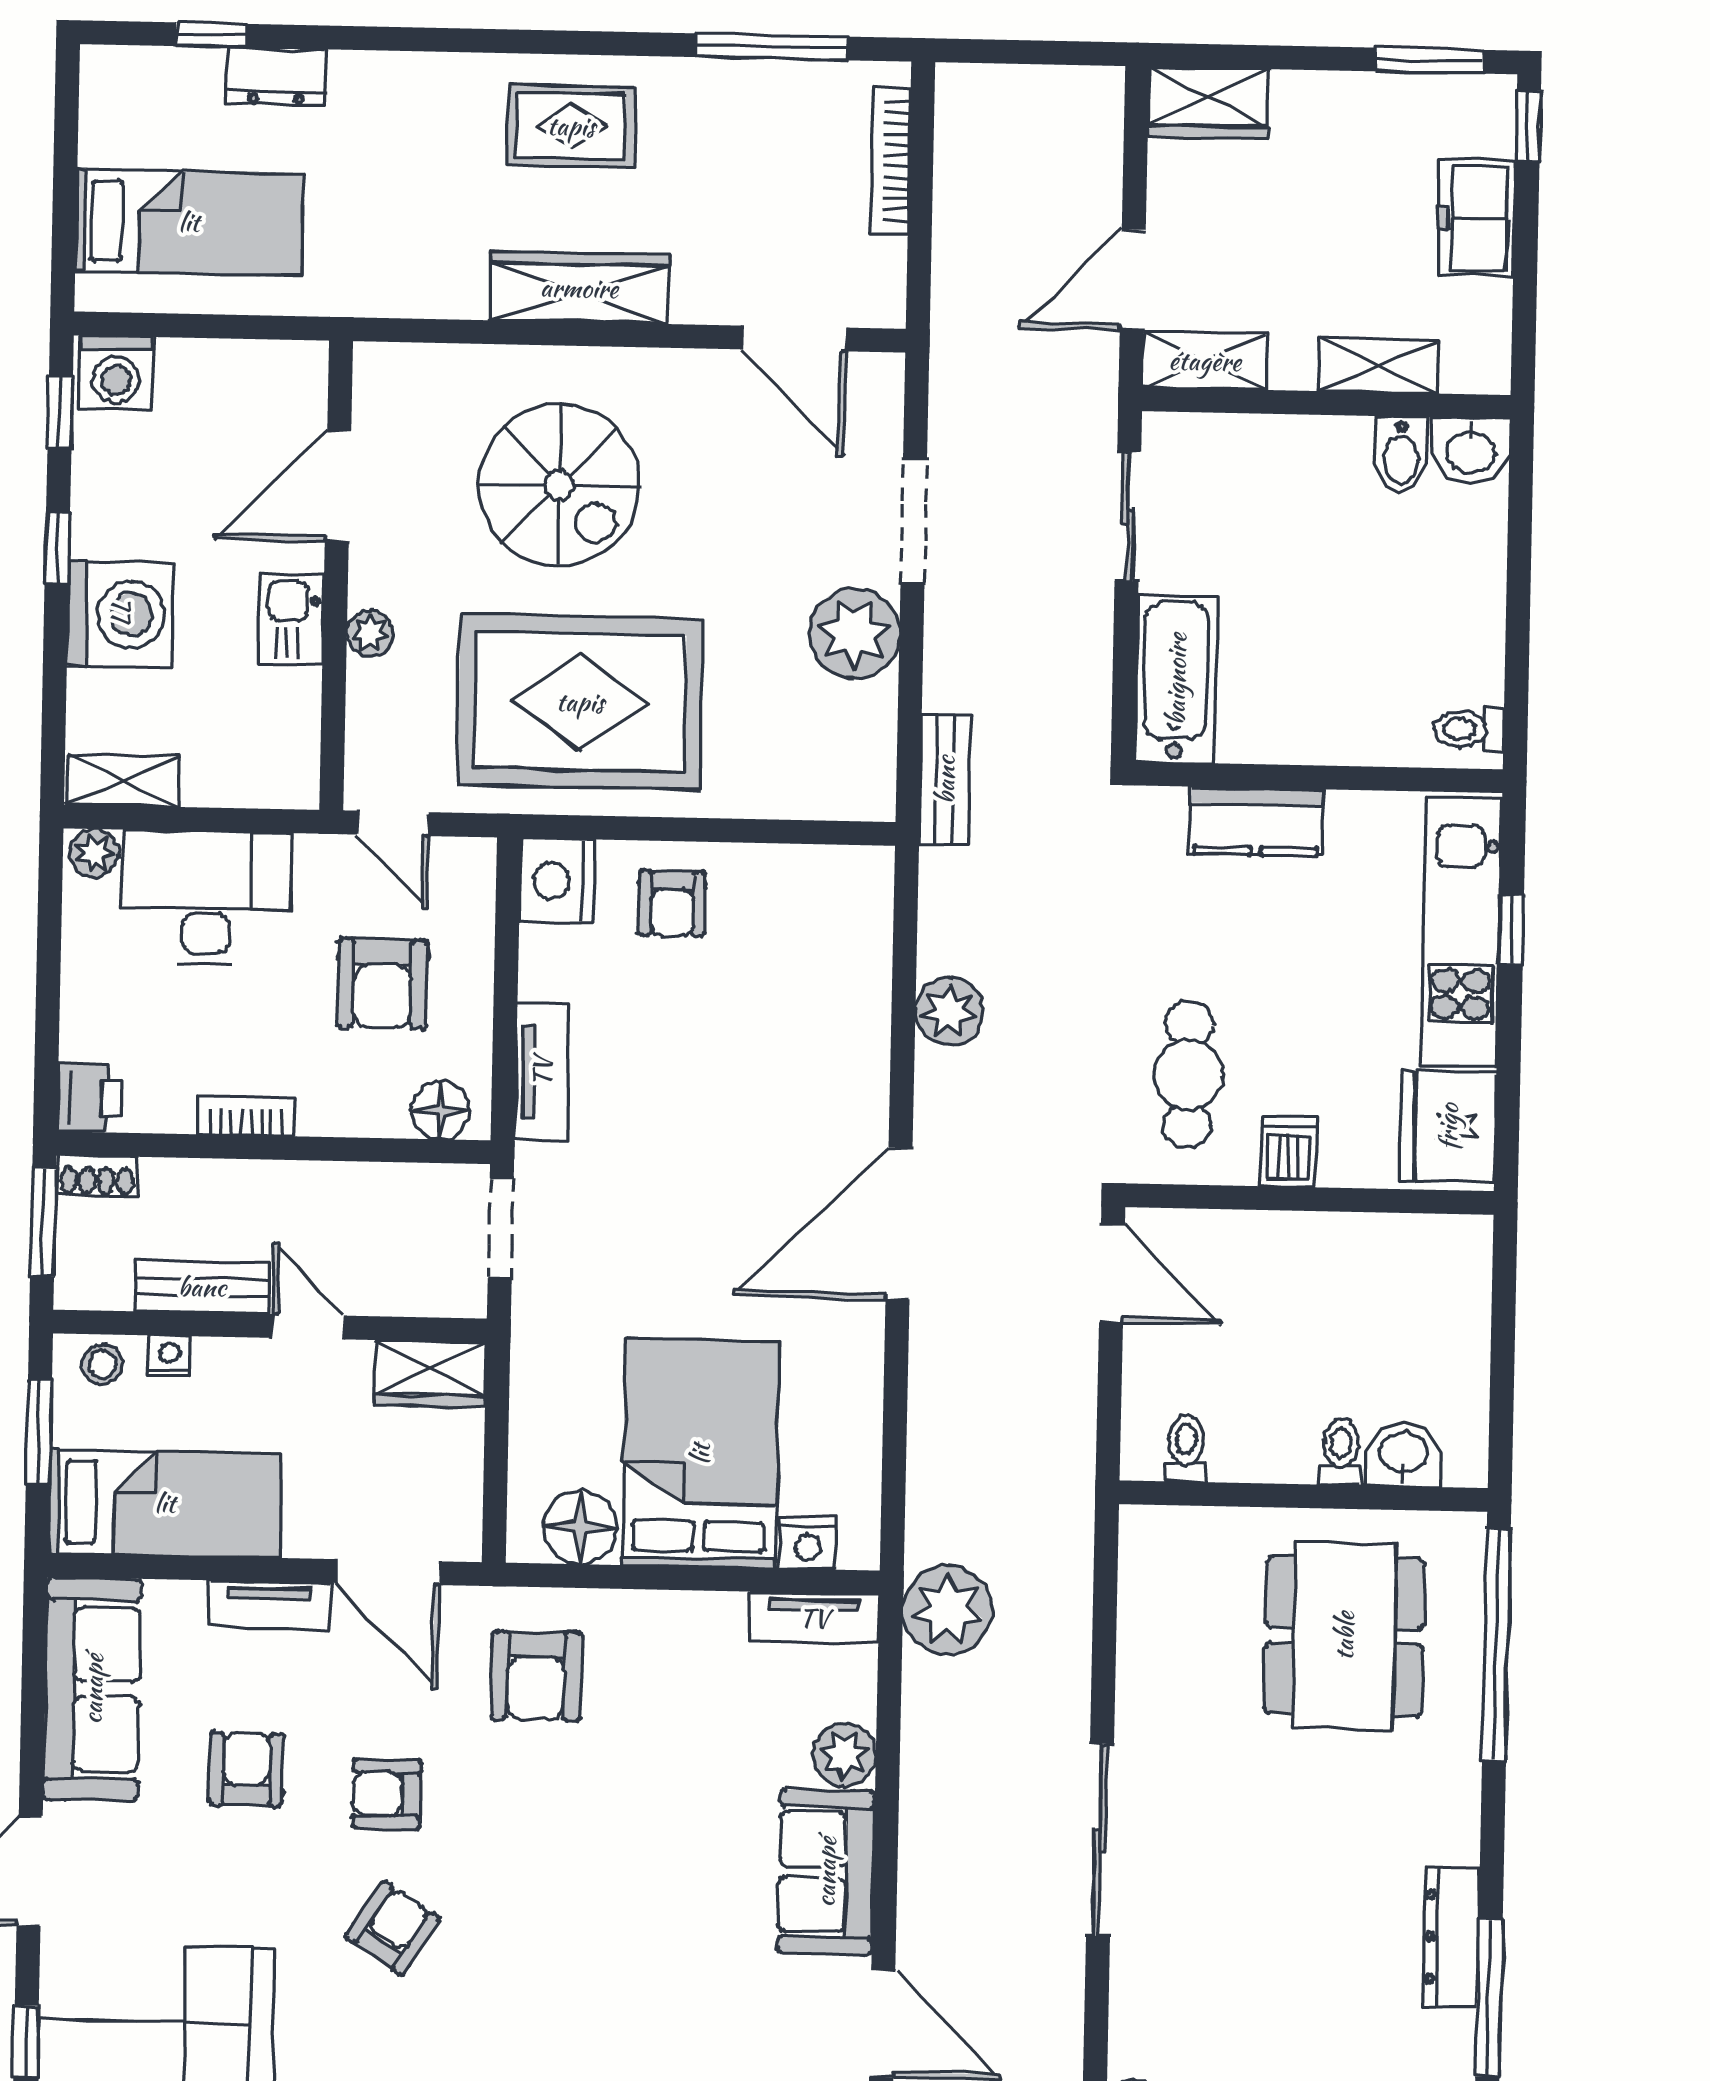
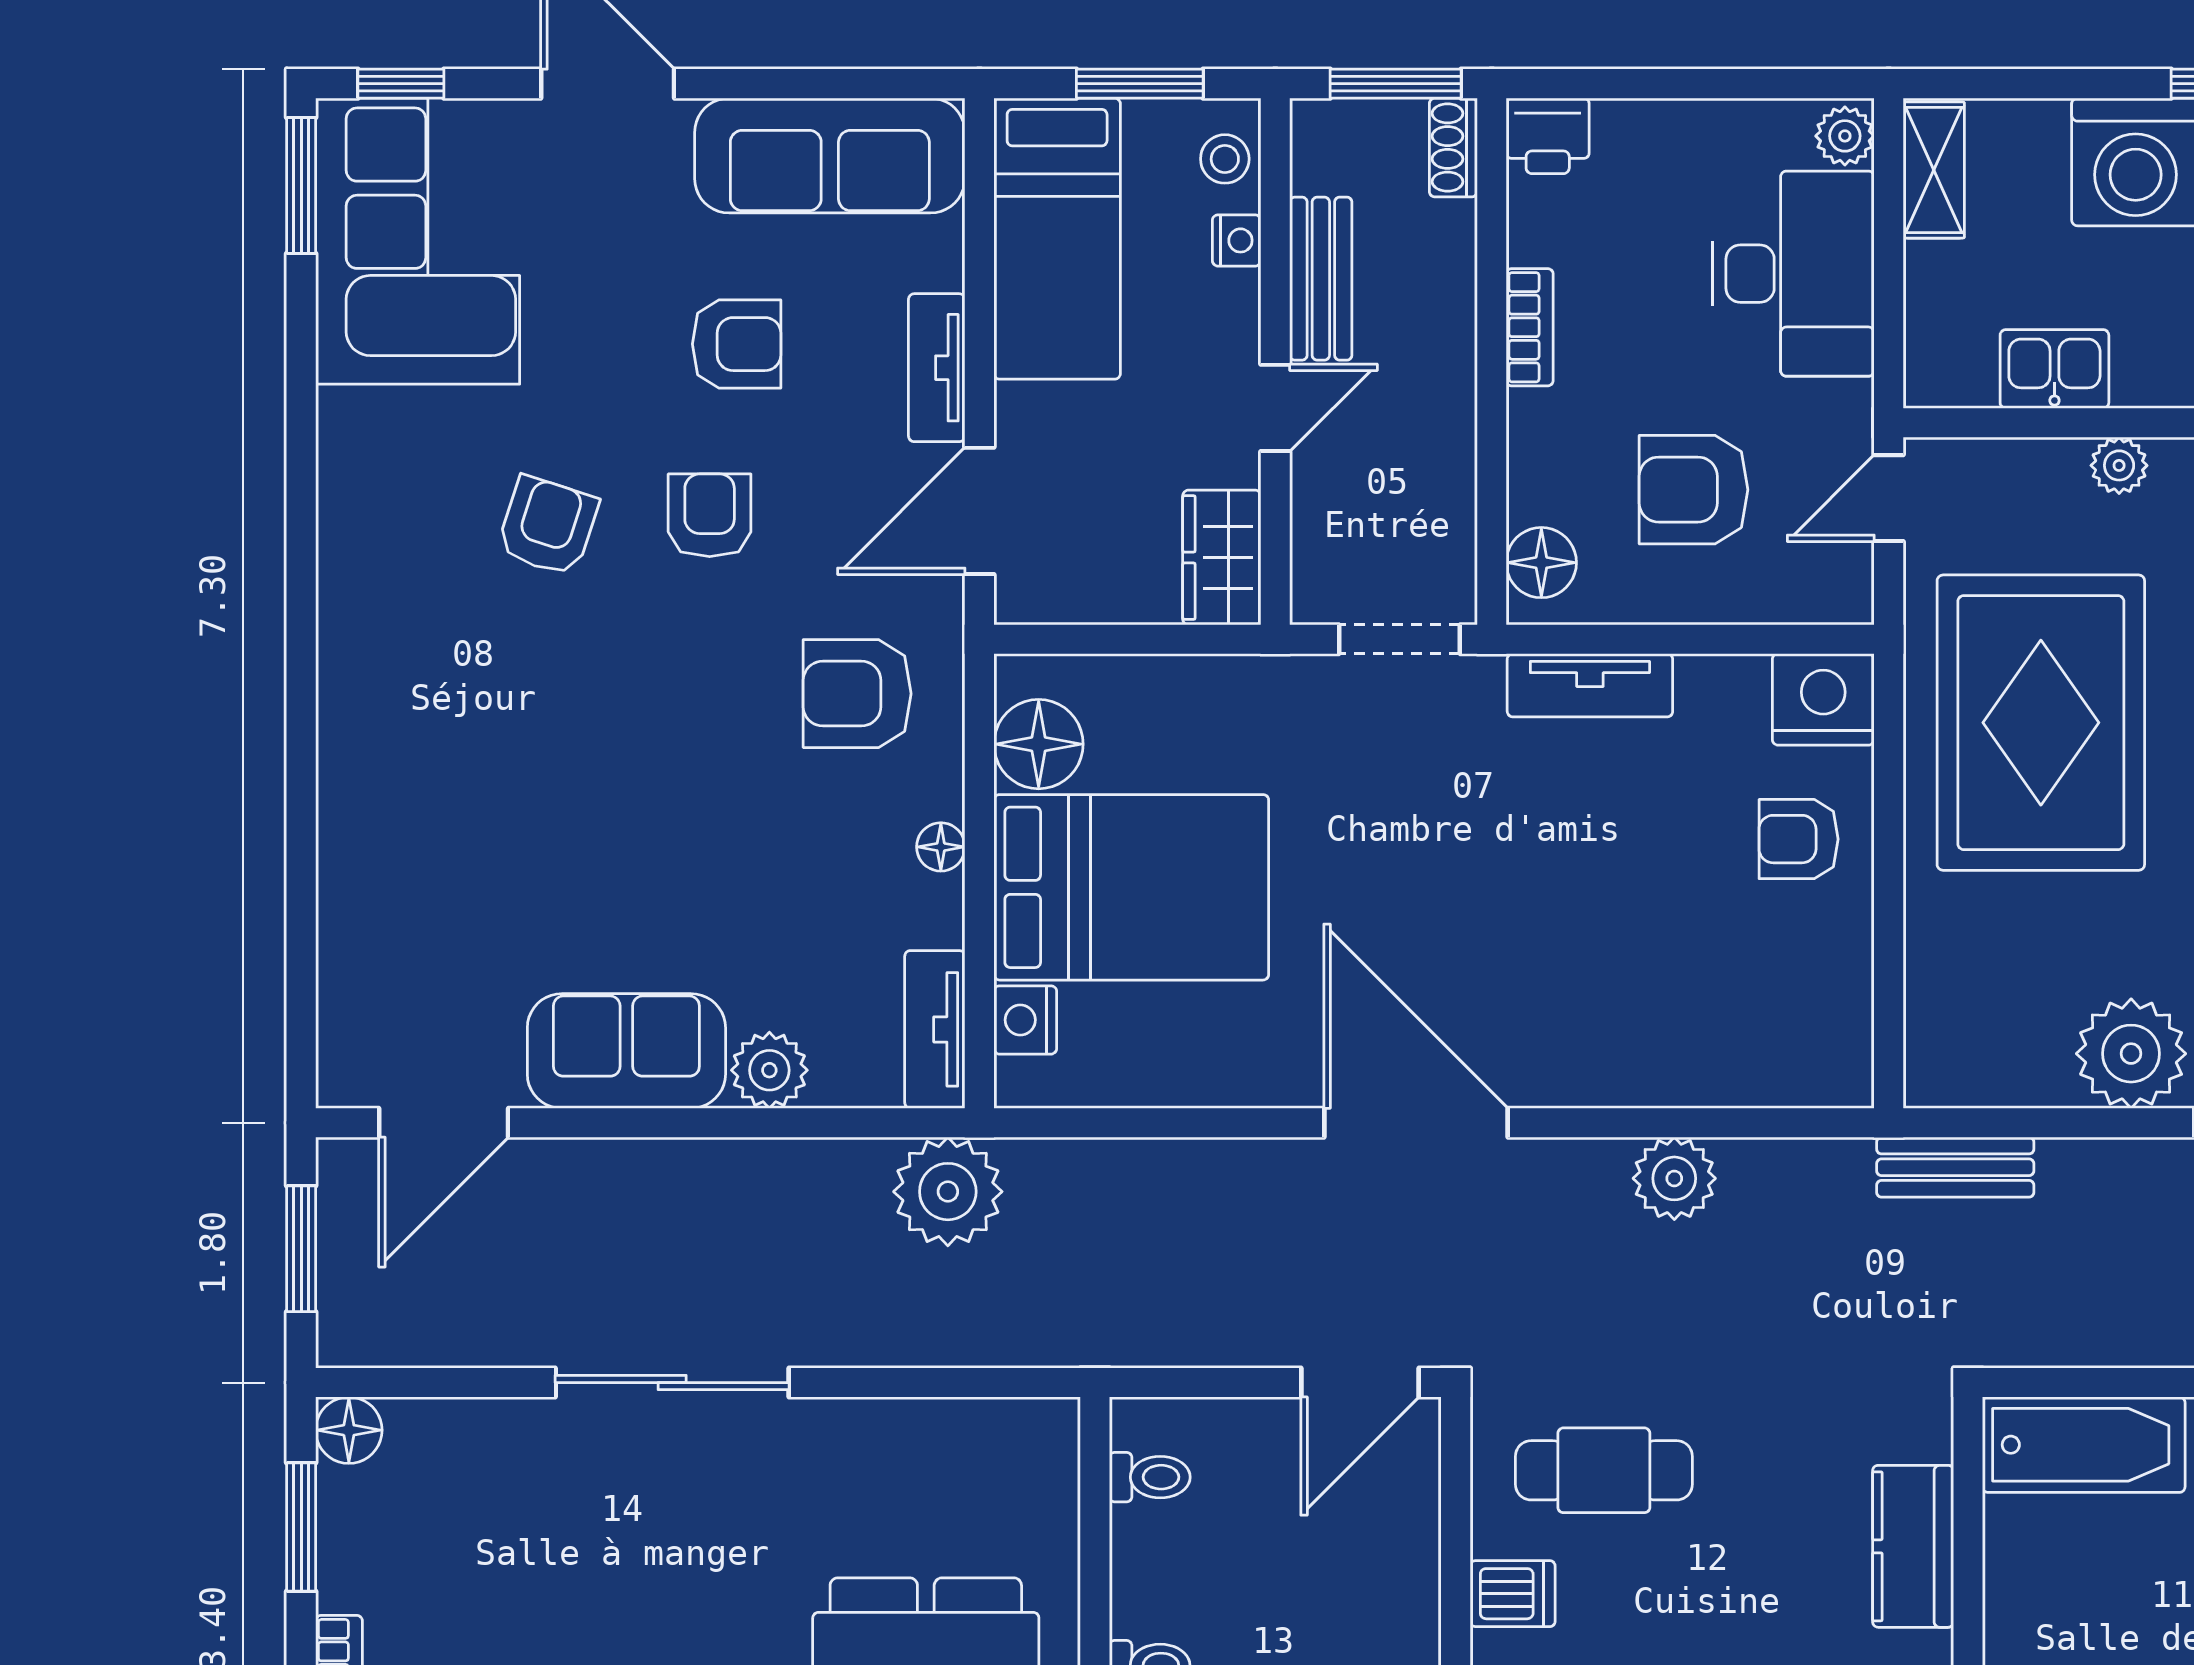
kitchen sink: (291, 619) -> (2054, 369), moved
floor lamp: (664, 1610) -> (941, 847), added
armchair: (393, 1928) -> (548, 526), turned -105

